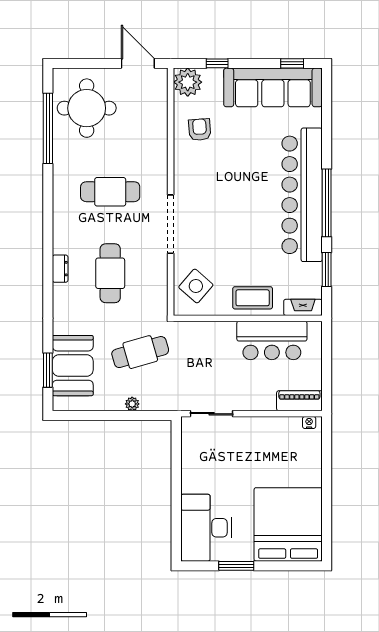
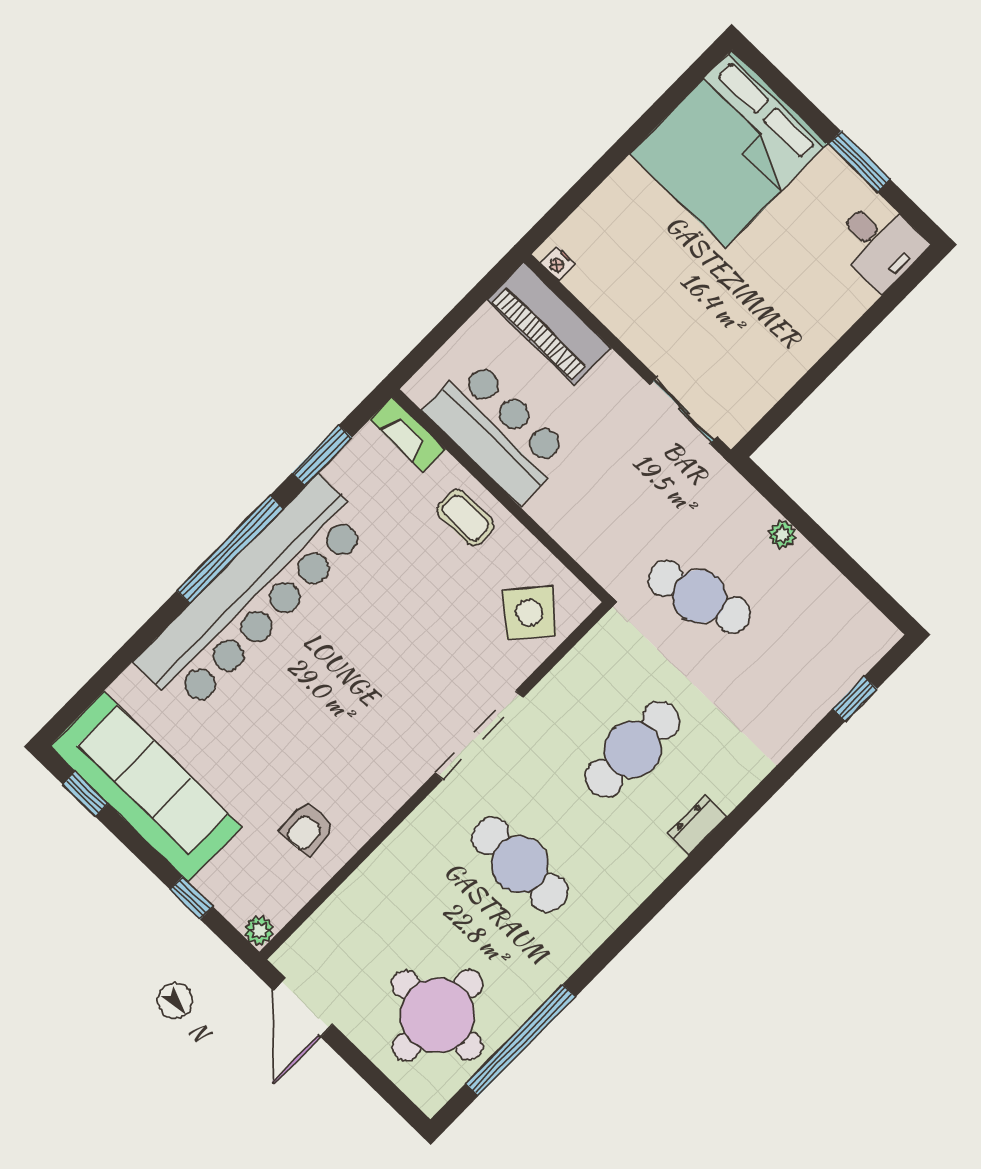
plant: (188, 82) -> (259, 931), width x0.53, depth x0.53
coffee table: (253, 298) -> (466, 518), width x0.73, depth x0.77
booth: (73, 366) -> (813, 671), removed
window: (48, 370) -> (855, 699), width x0.67
piano: (299, 401) -> (549, 324), width x1.37, depth x1.33
desk: (206, 528) -> (879, 243), width x0.53, depth x0.77

